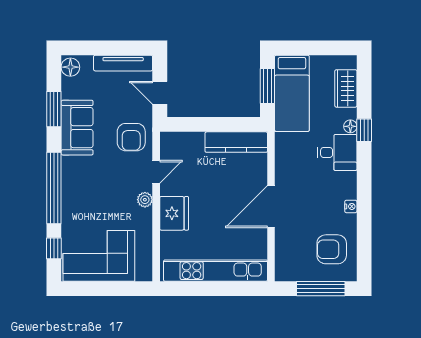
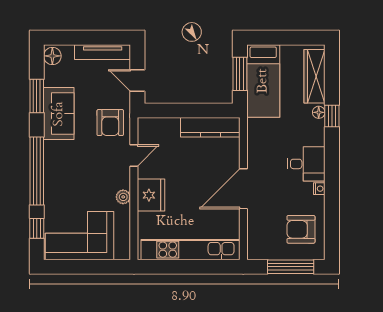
wardrobe: (346, 88) -> (314, 76), width x1.50
desk: (337, 152) -> (306, 164), moved
plant: (145, 200) -> (123, 197), moved

